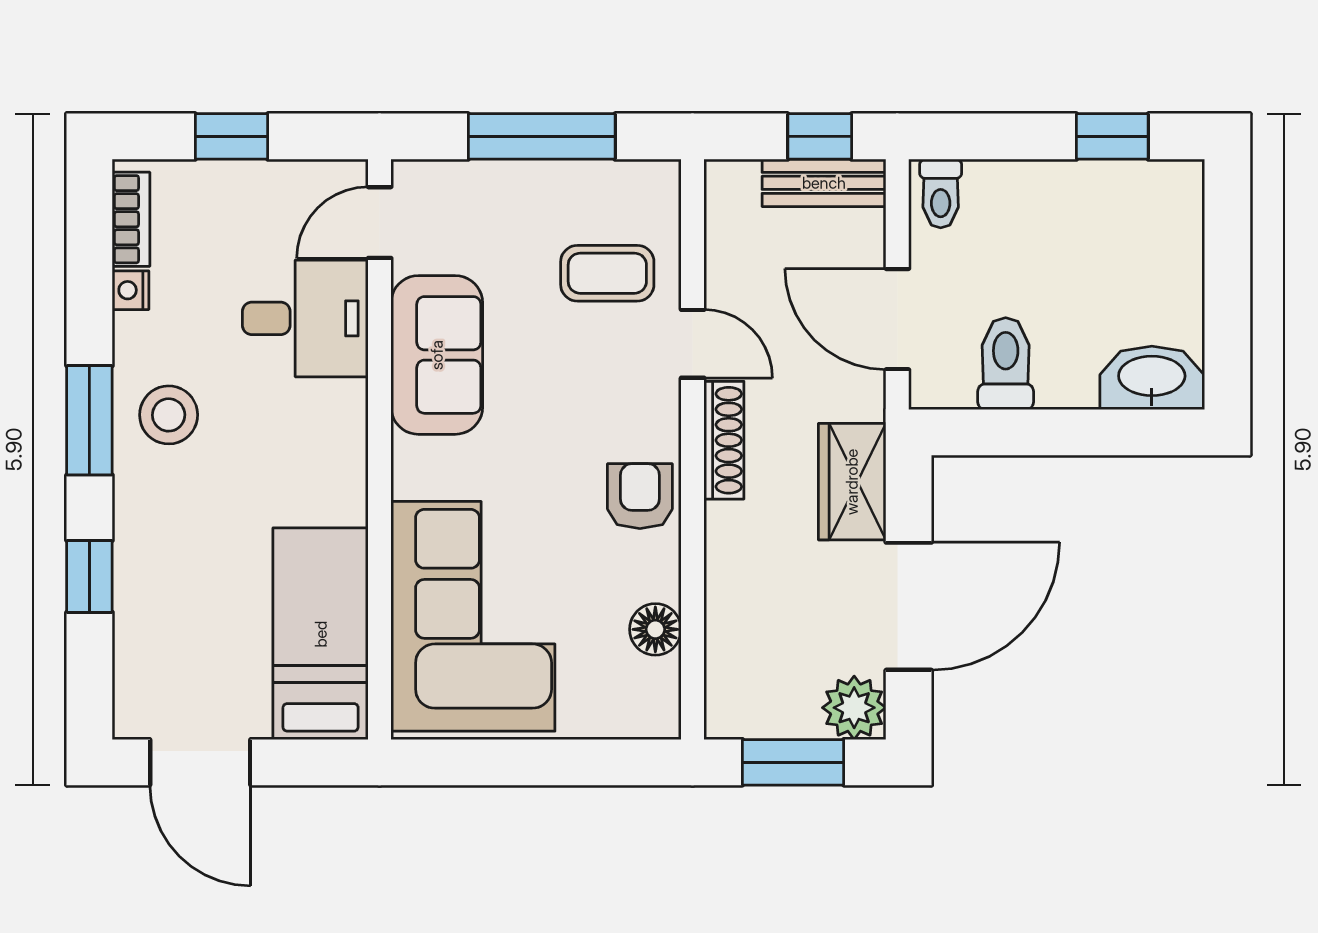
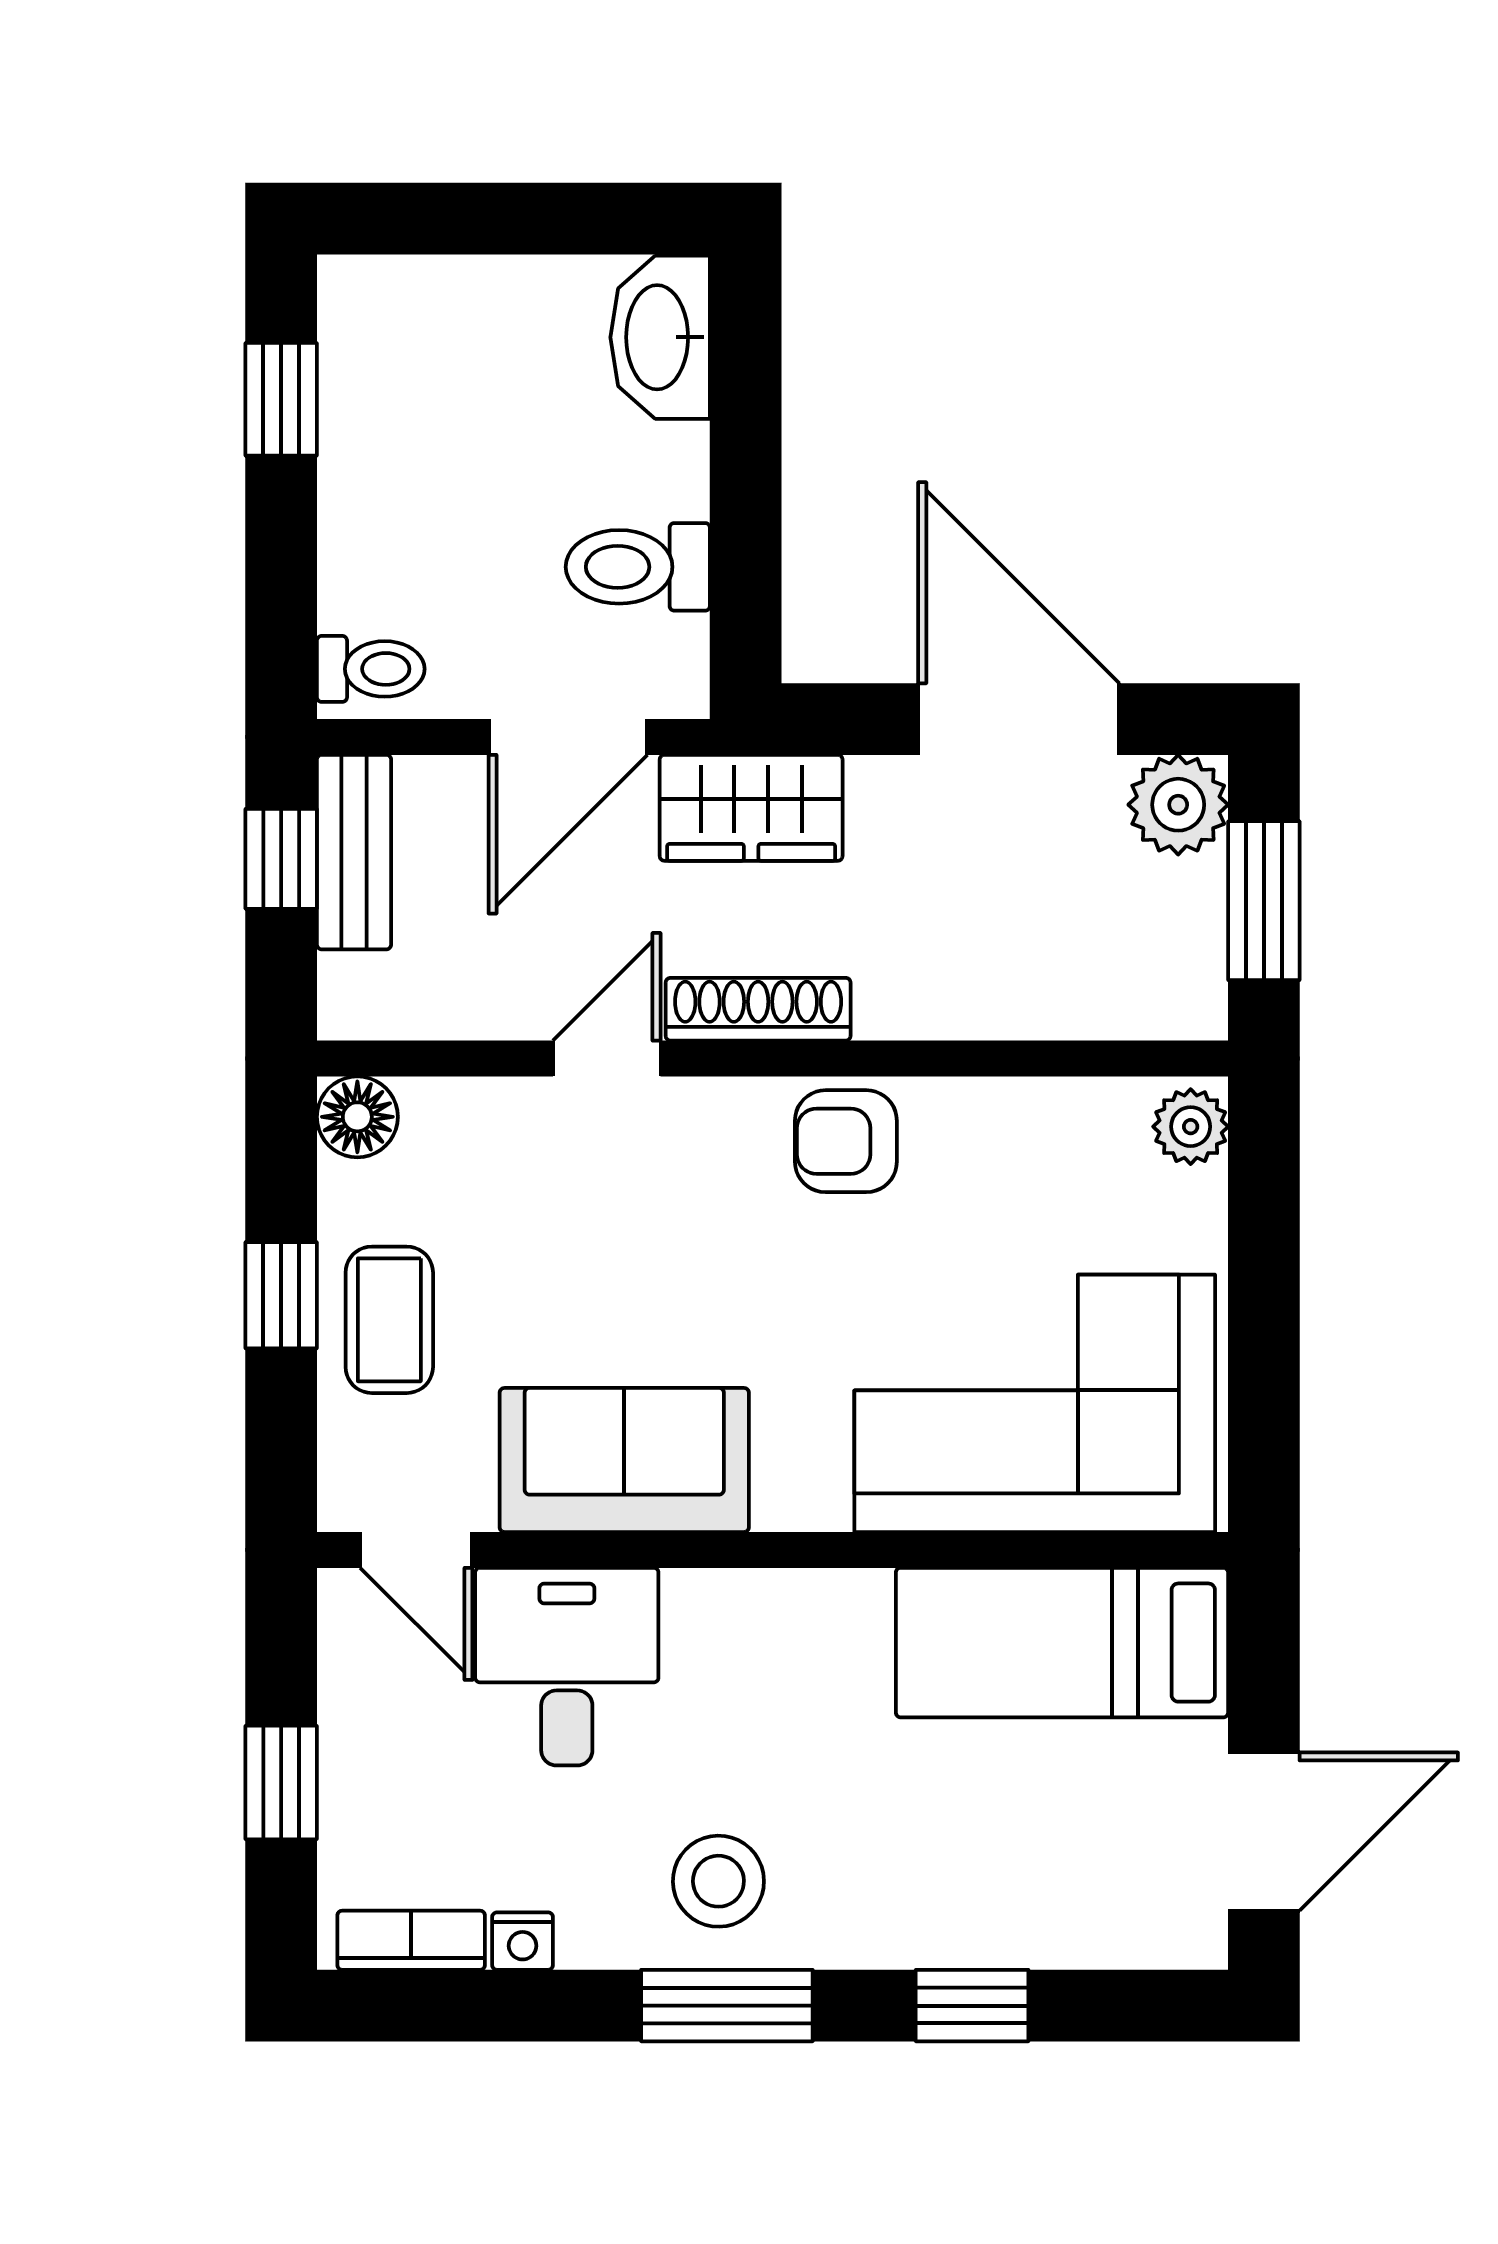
window: (542, 136) -> (281, 1295), width x0.46
coffee table: (607, 273) -> (389, 1320), moved
wardrobe: (852, 482) -> (751, 808), moved
floor lamp: (655, 629) -> (357, 1117), moved
plant: (649, 716) -> (1191, 1127), added

